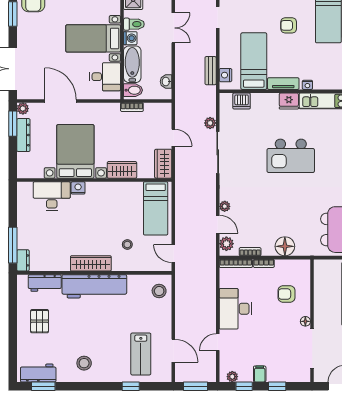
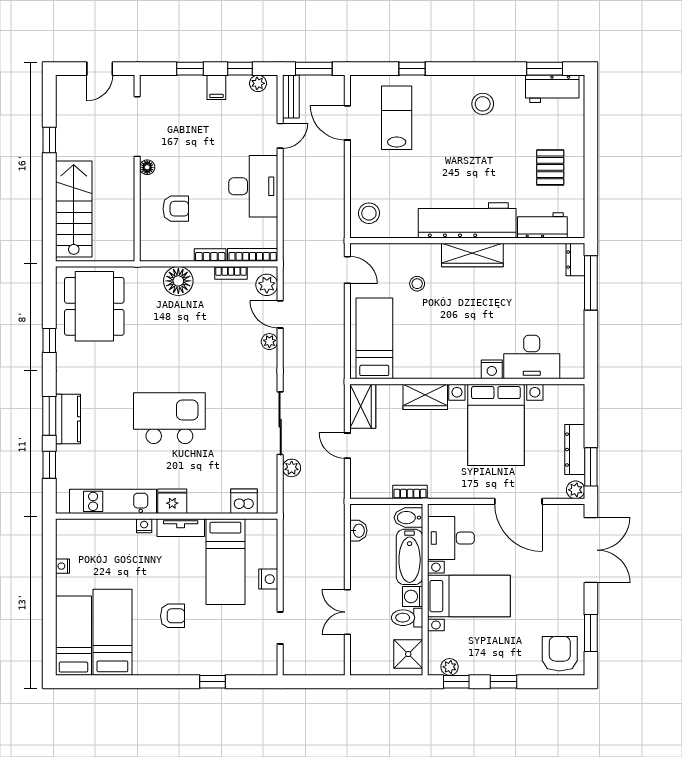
bench: (211, 71) -> (291, 97), moved
nightstand: (226, 75) -> (268, 579), moved

